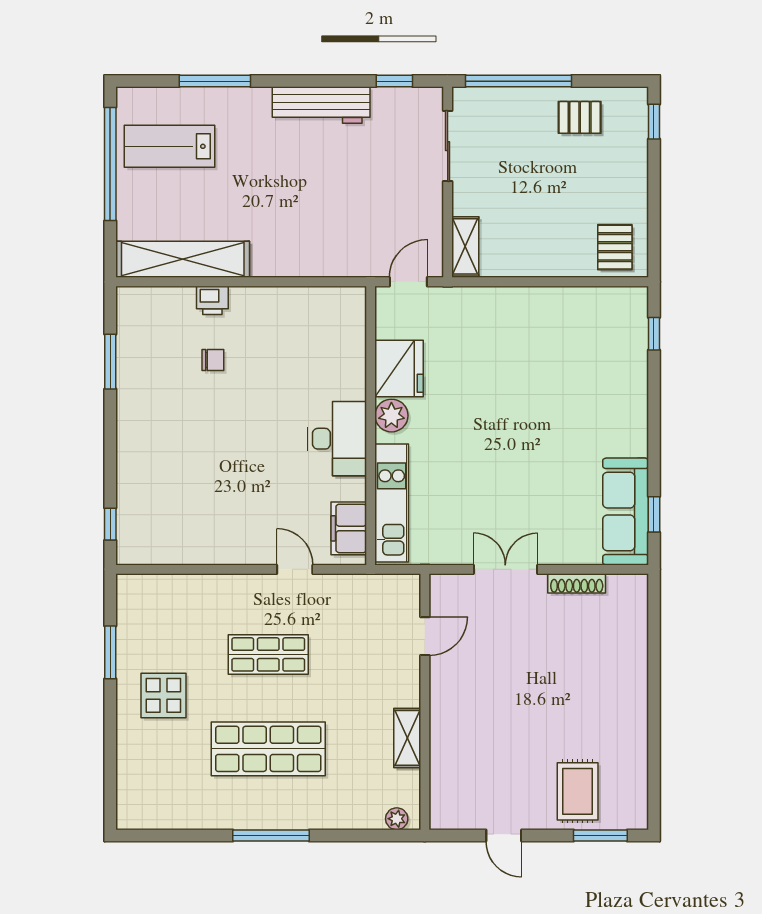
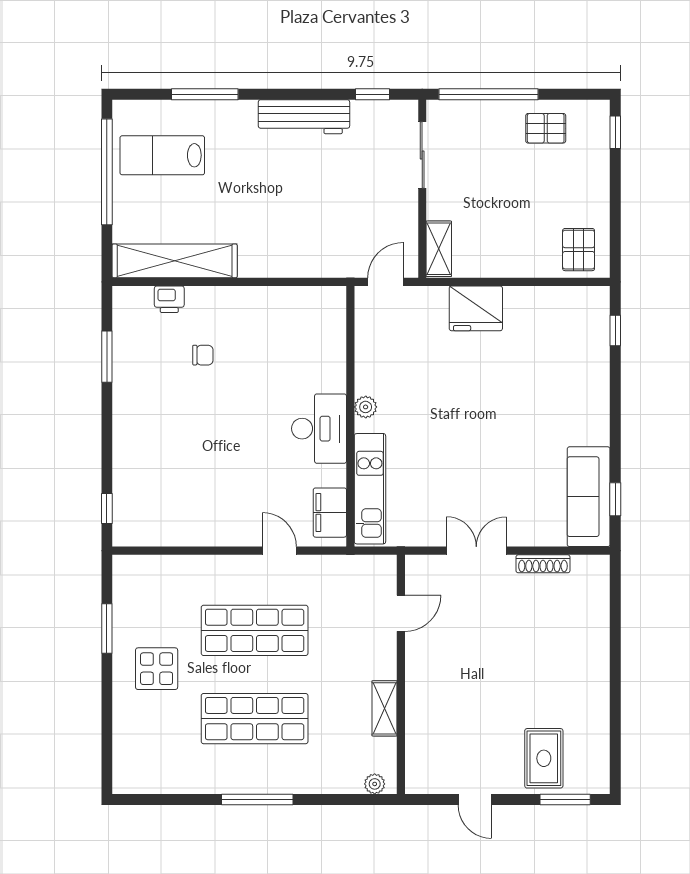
printer: (212, 300) -> (169, 299), moved
fridge: (399, 368) -> (476, 308), moved, turned 90
plant: (391, 416) -> (366, 407), width x0.73, depth x0.73
shop shelf: (268, 654) -> (255, 630), width x1.43, depth x1.36

